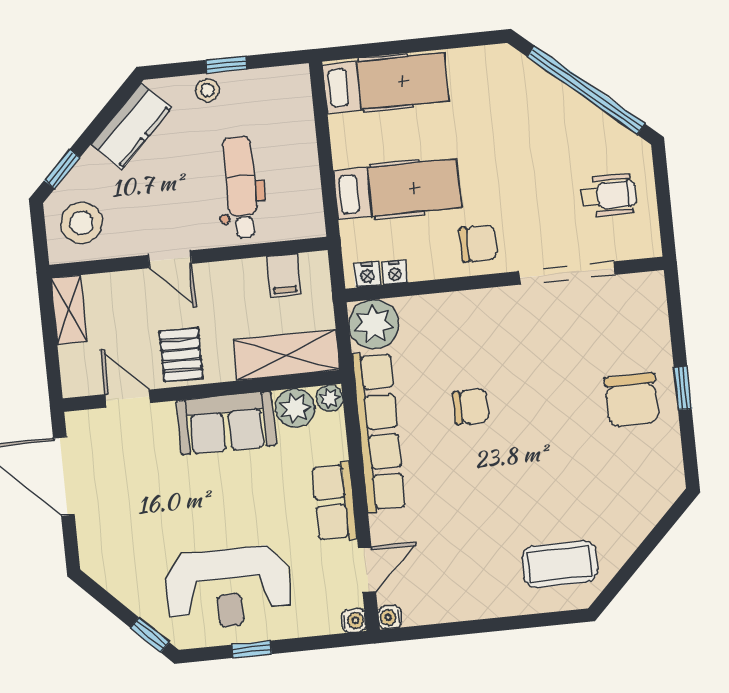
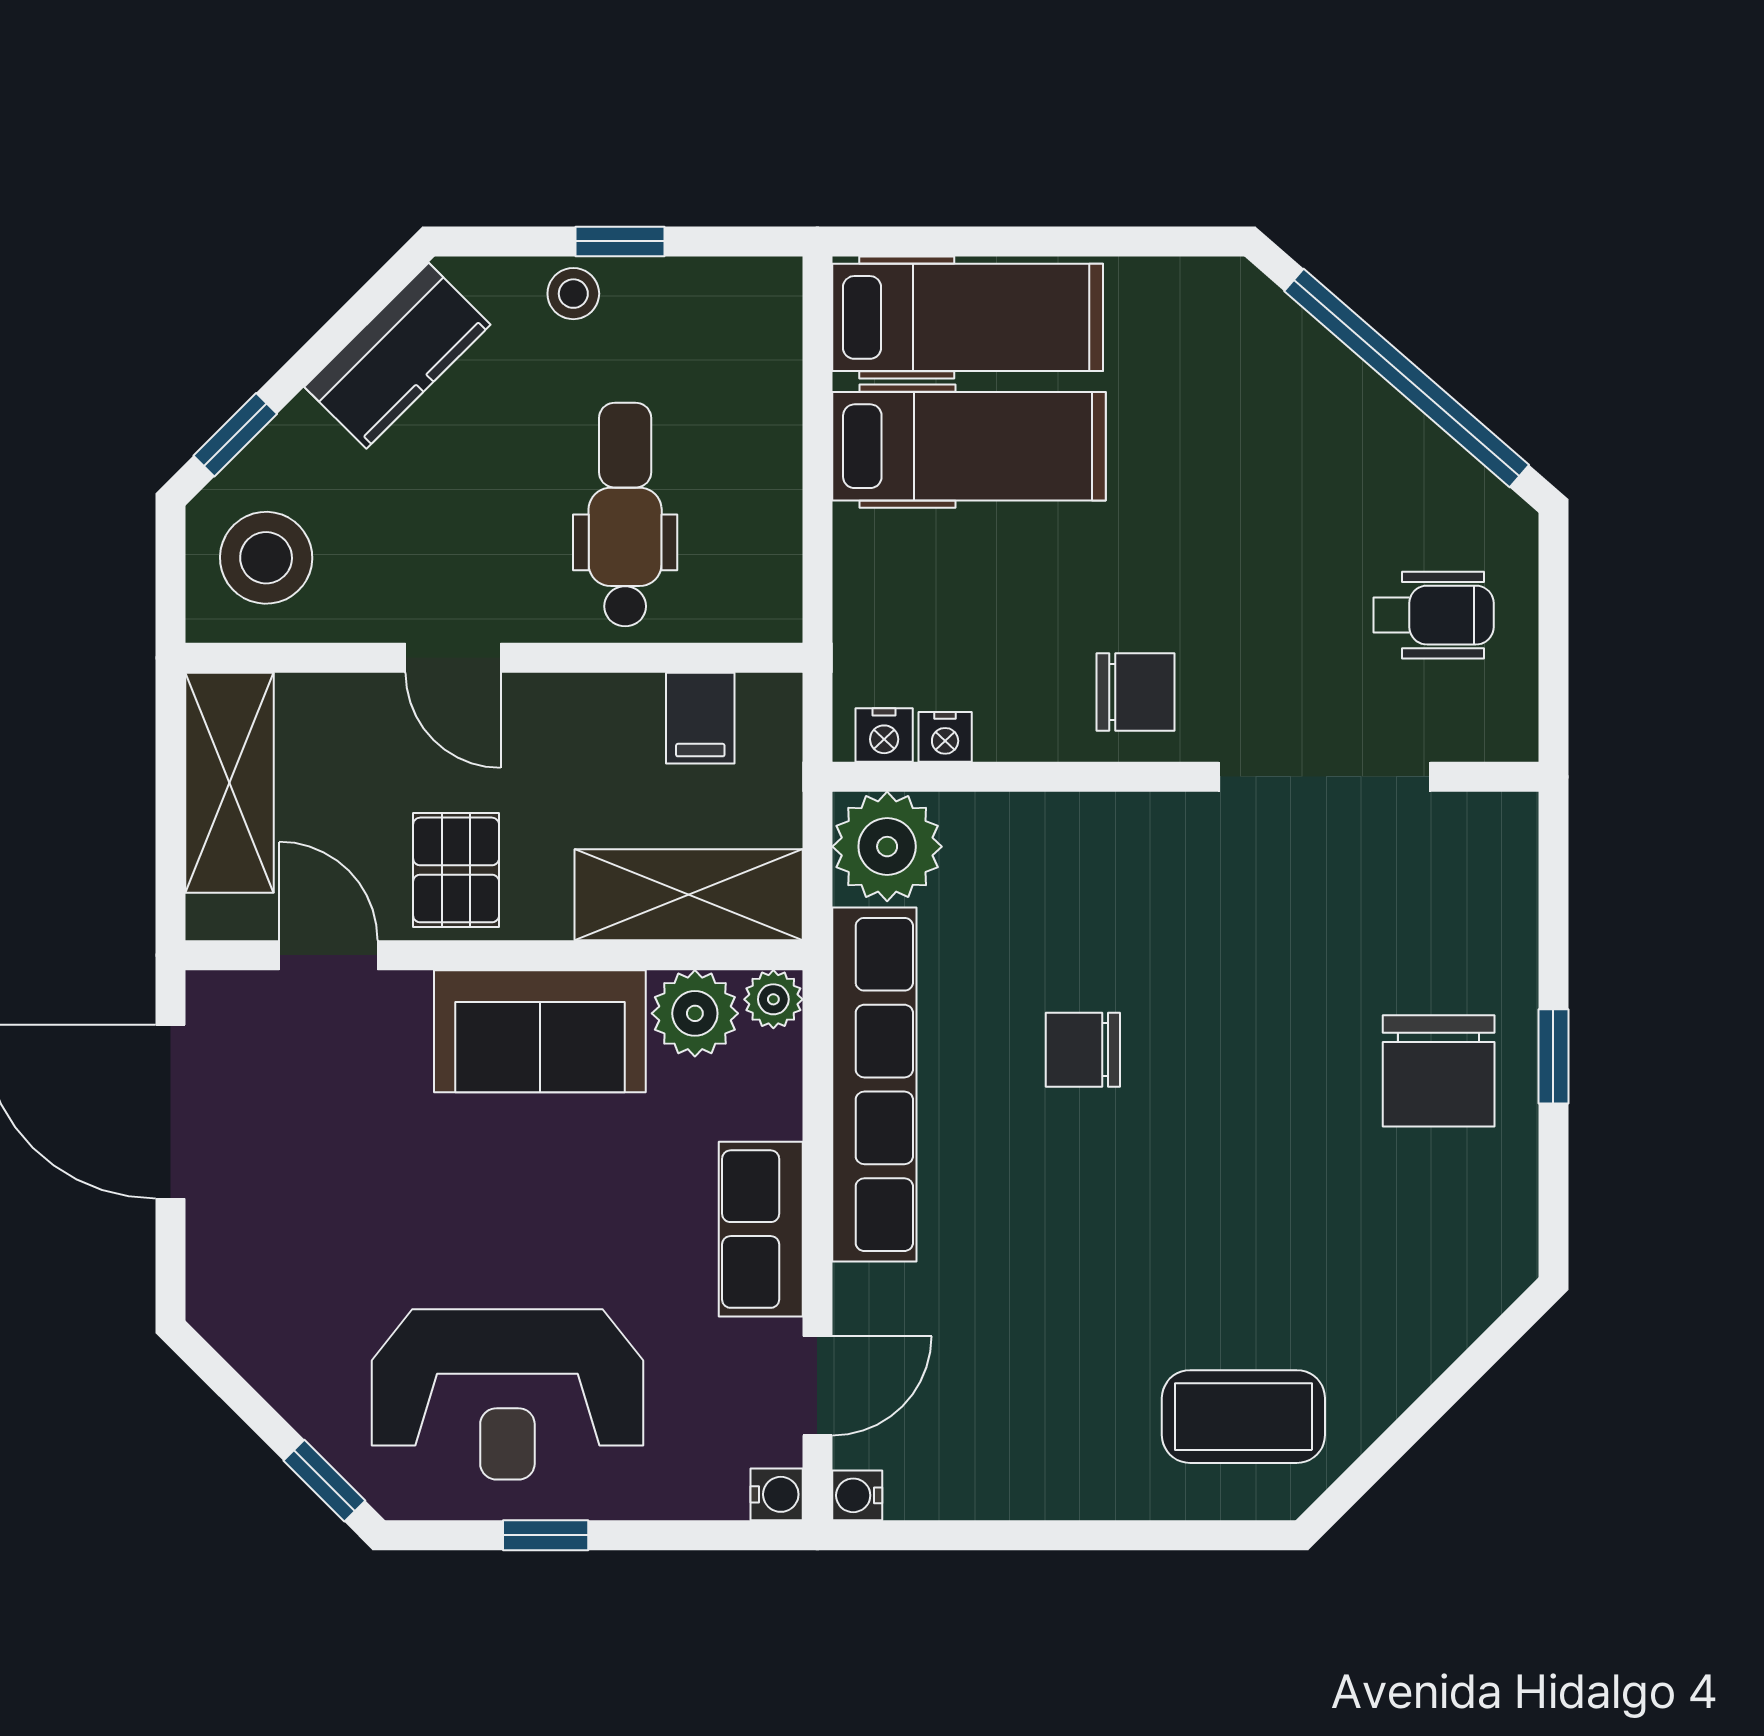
hospital bed: (397, 189) -> (969, 446), moved
shelving: (69, 310) -> (229, 783), width x1.50, depth x1.33
chair: (471, 407) -> (1083, 1050), turned 180

